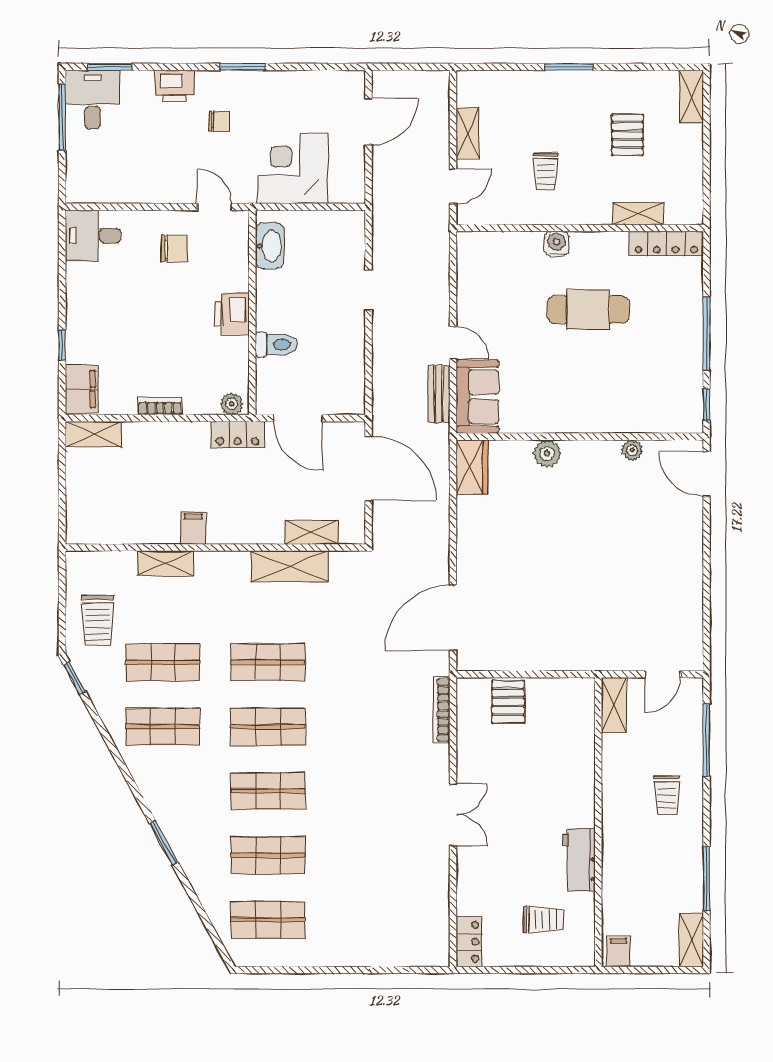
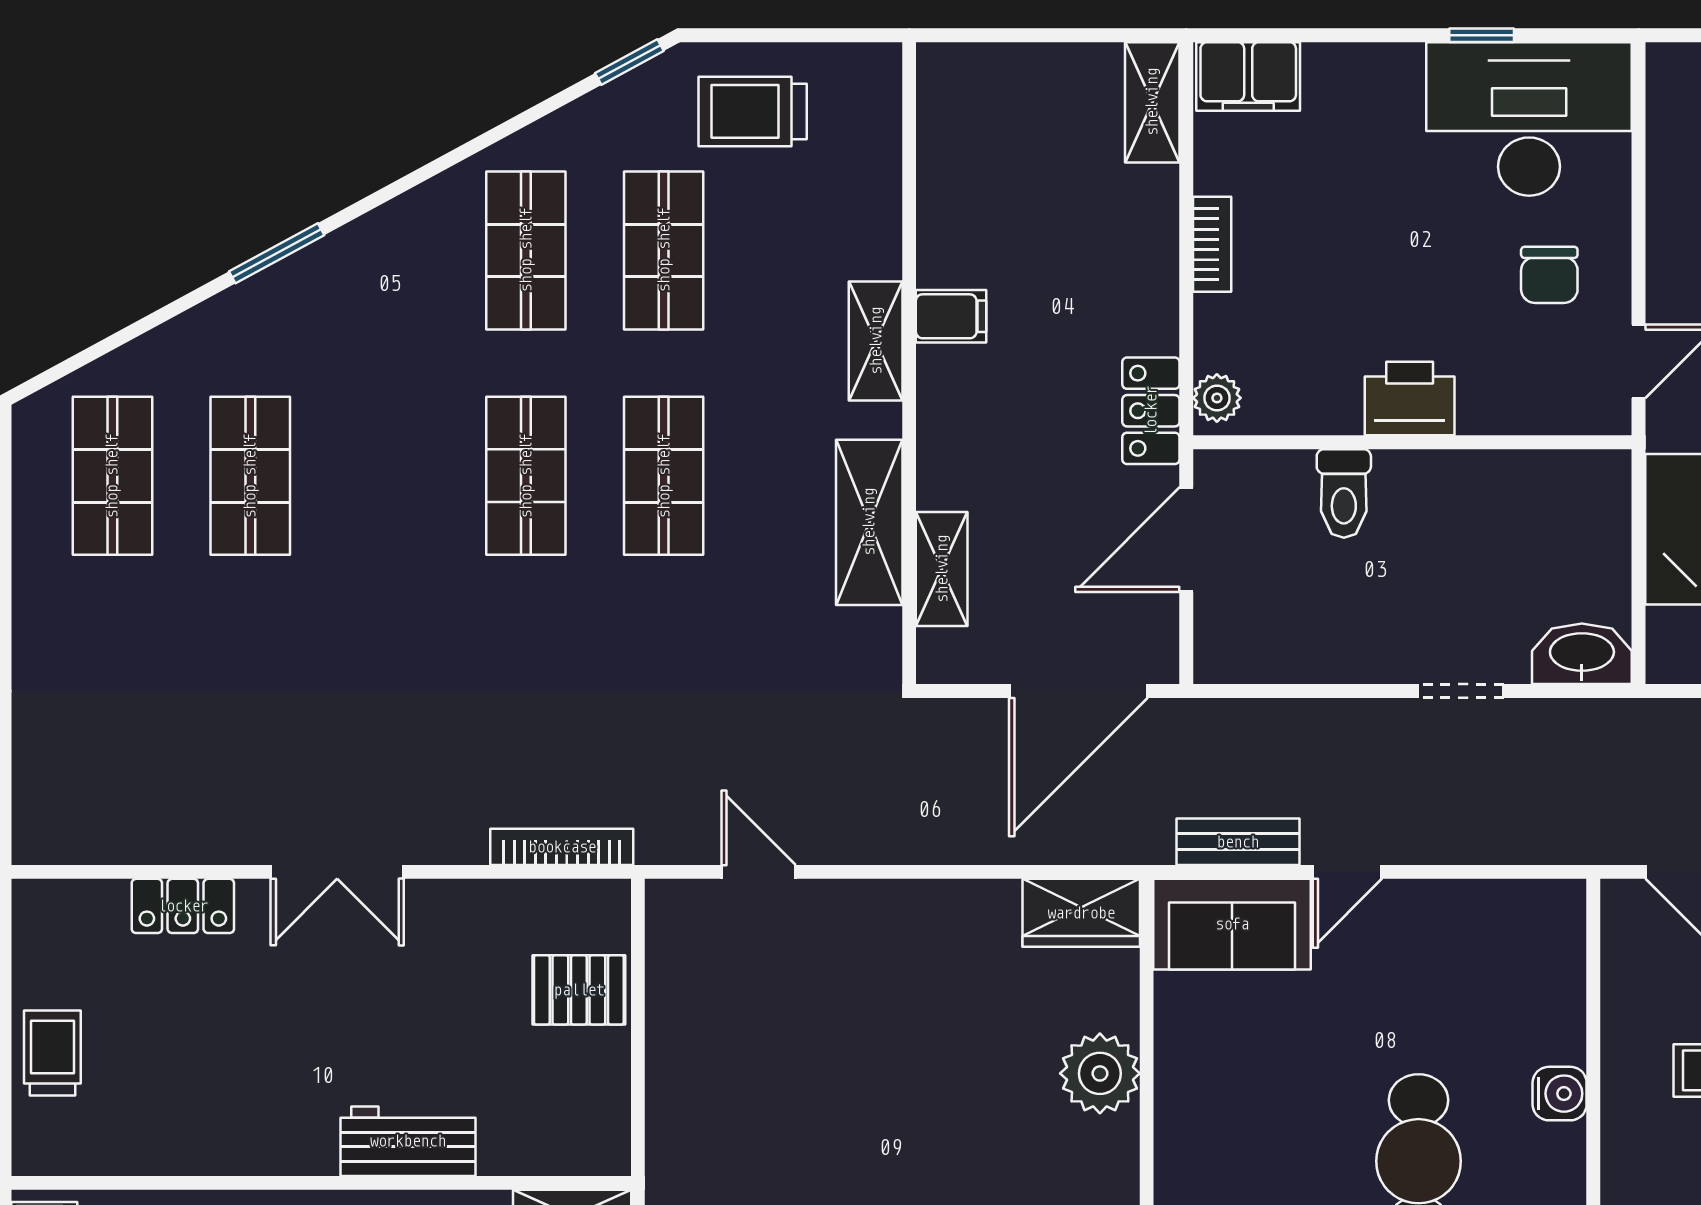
desk: (93, 236) -> (1529, 119), width x1.87, depth x1.30
washbasin: (270, 246) -> (1582, 654), moved, turned 180
window: (62, 345) -> (1482, 35), moved
plant: (547, 453) -> (1100, 1073), width x1.36, depth x1.36
shelving: (165, 563) -> (876, 341), moved
door: (453, 618) -> (759, 872), width x0.53
shop shelf: (268, 791) -> (388, 476), removed
workbench: (579, 860) -> (408, 1141), moved
trolley: (543, 920) -> (52, 1053), moved, turned 180
locker: (469, 942) -> (183, 906), moved

